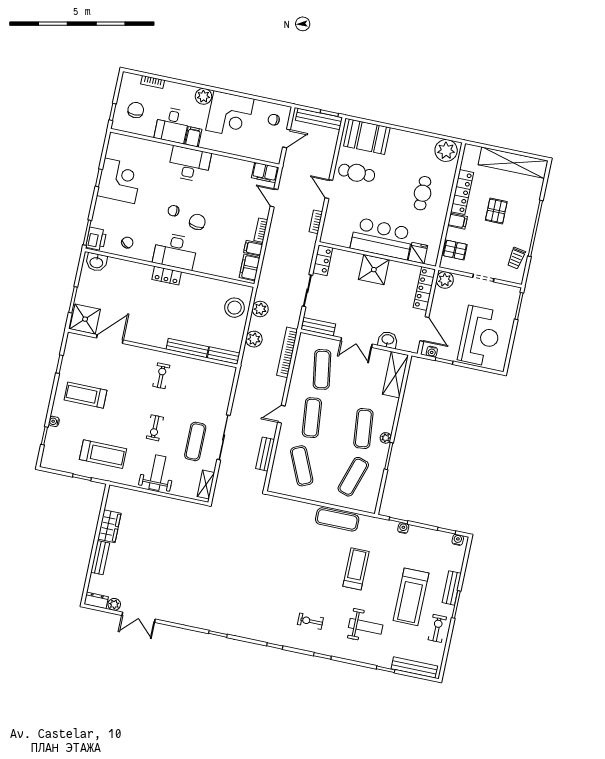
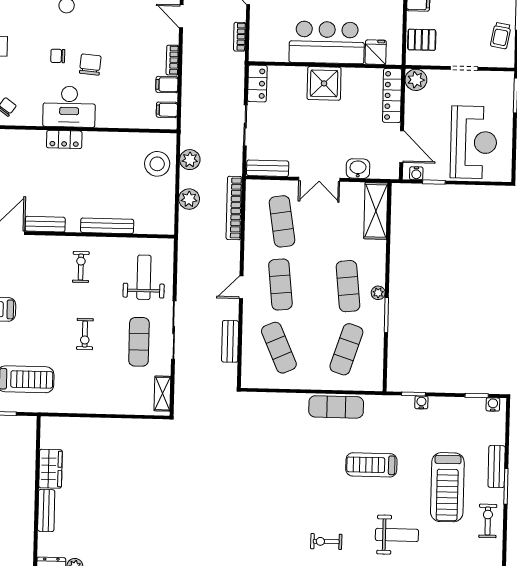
filing cabinet: (250, 268) -> (167, 110), width x0.50
bench: (224, 356) -> (45, 224), moved
weight bench: (157, 473) -> (144, 277), moved
treadmill: (356, 569) -> (371, 465), turned -90

